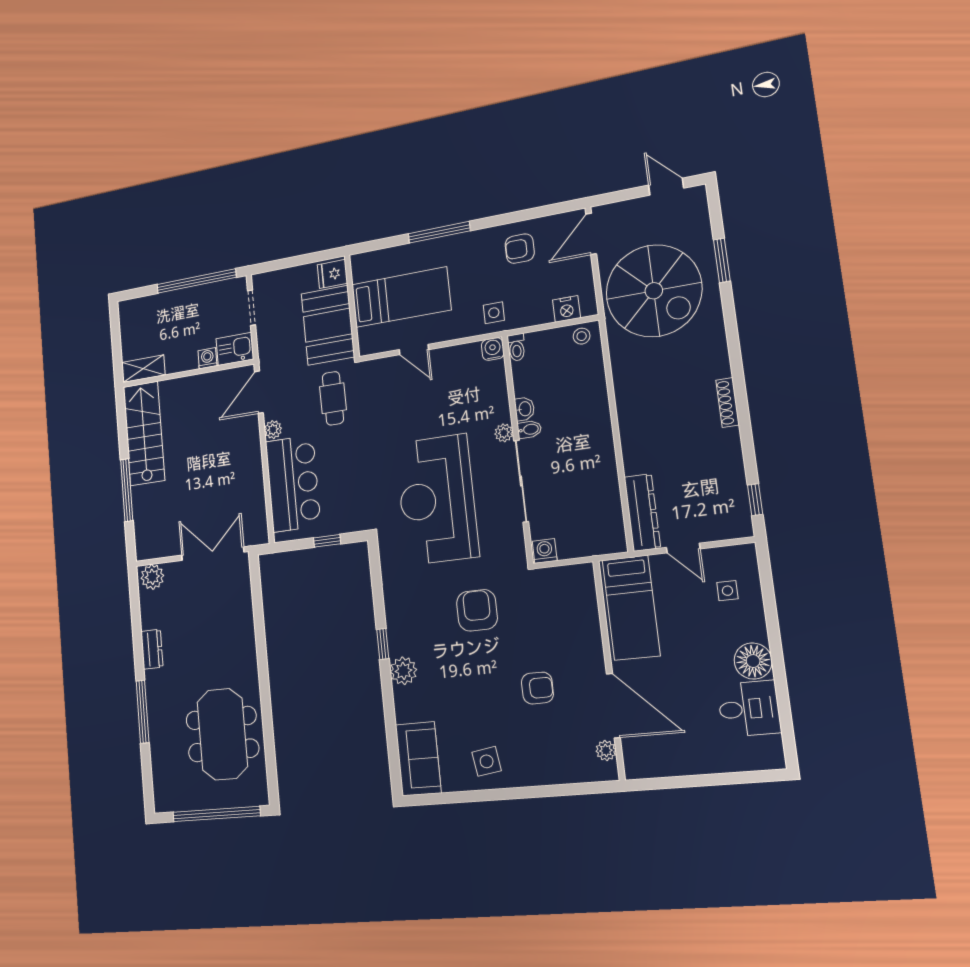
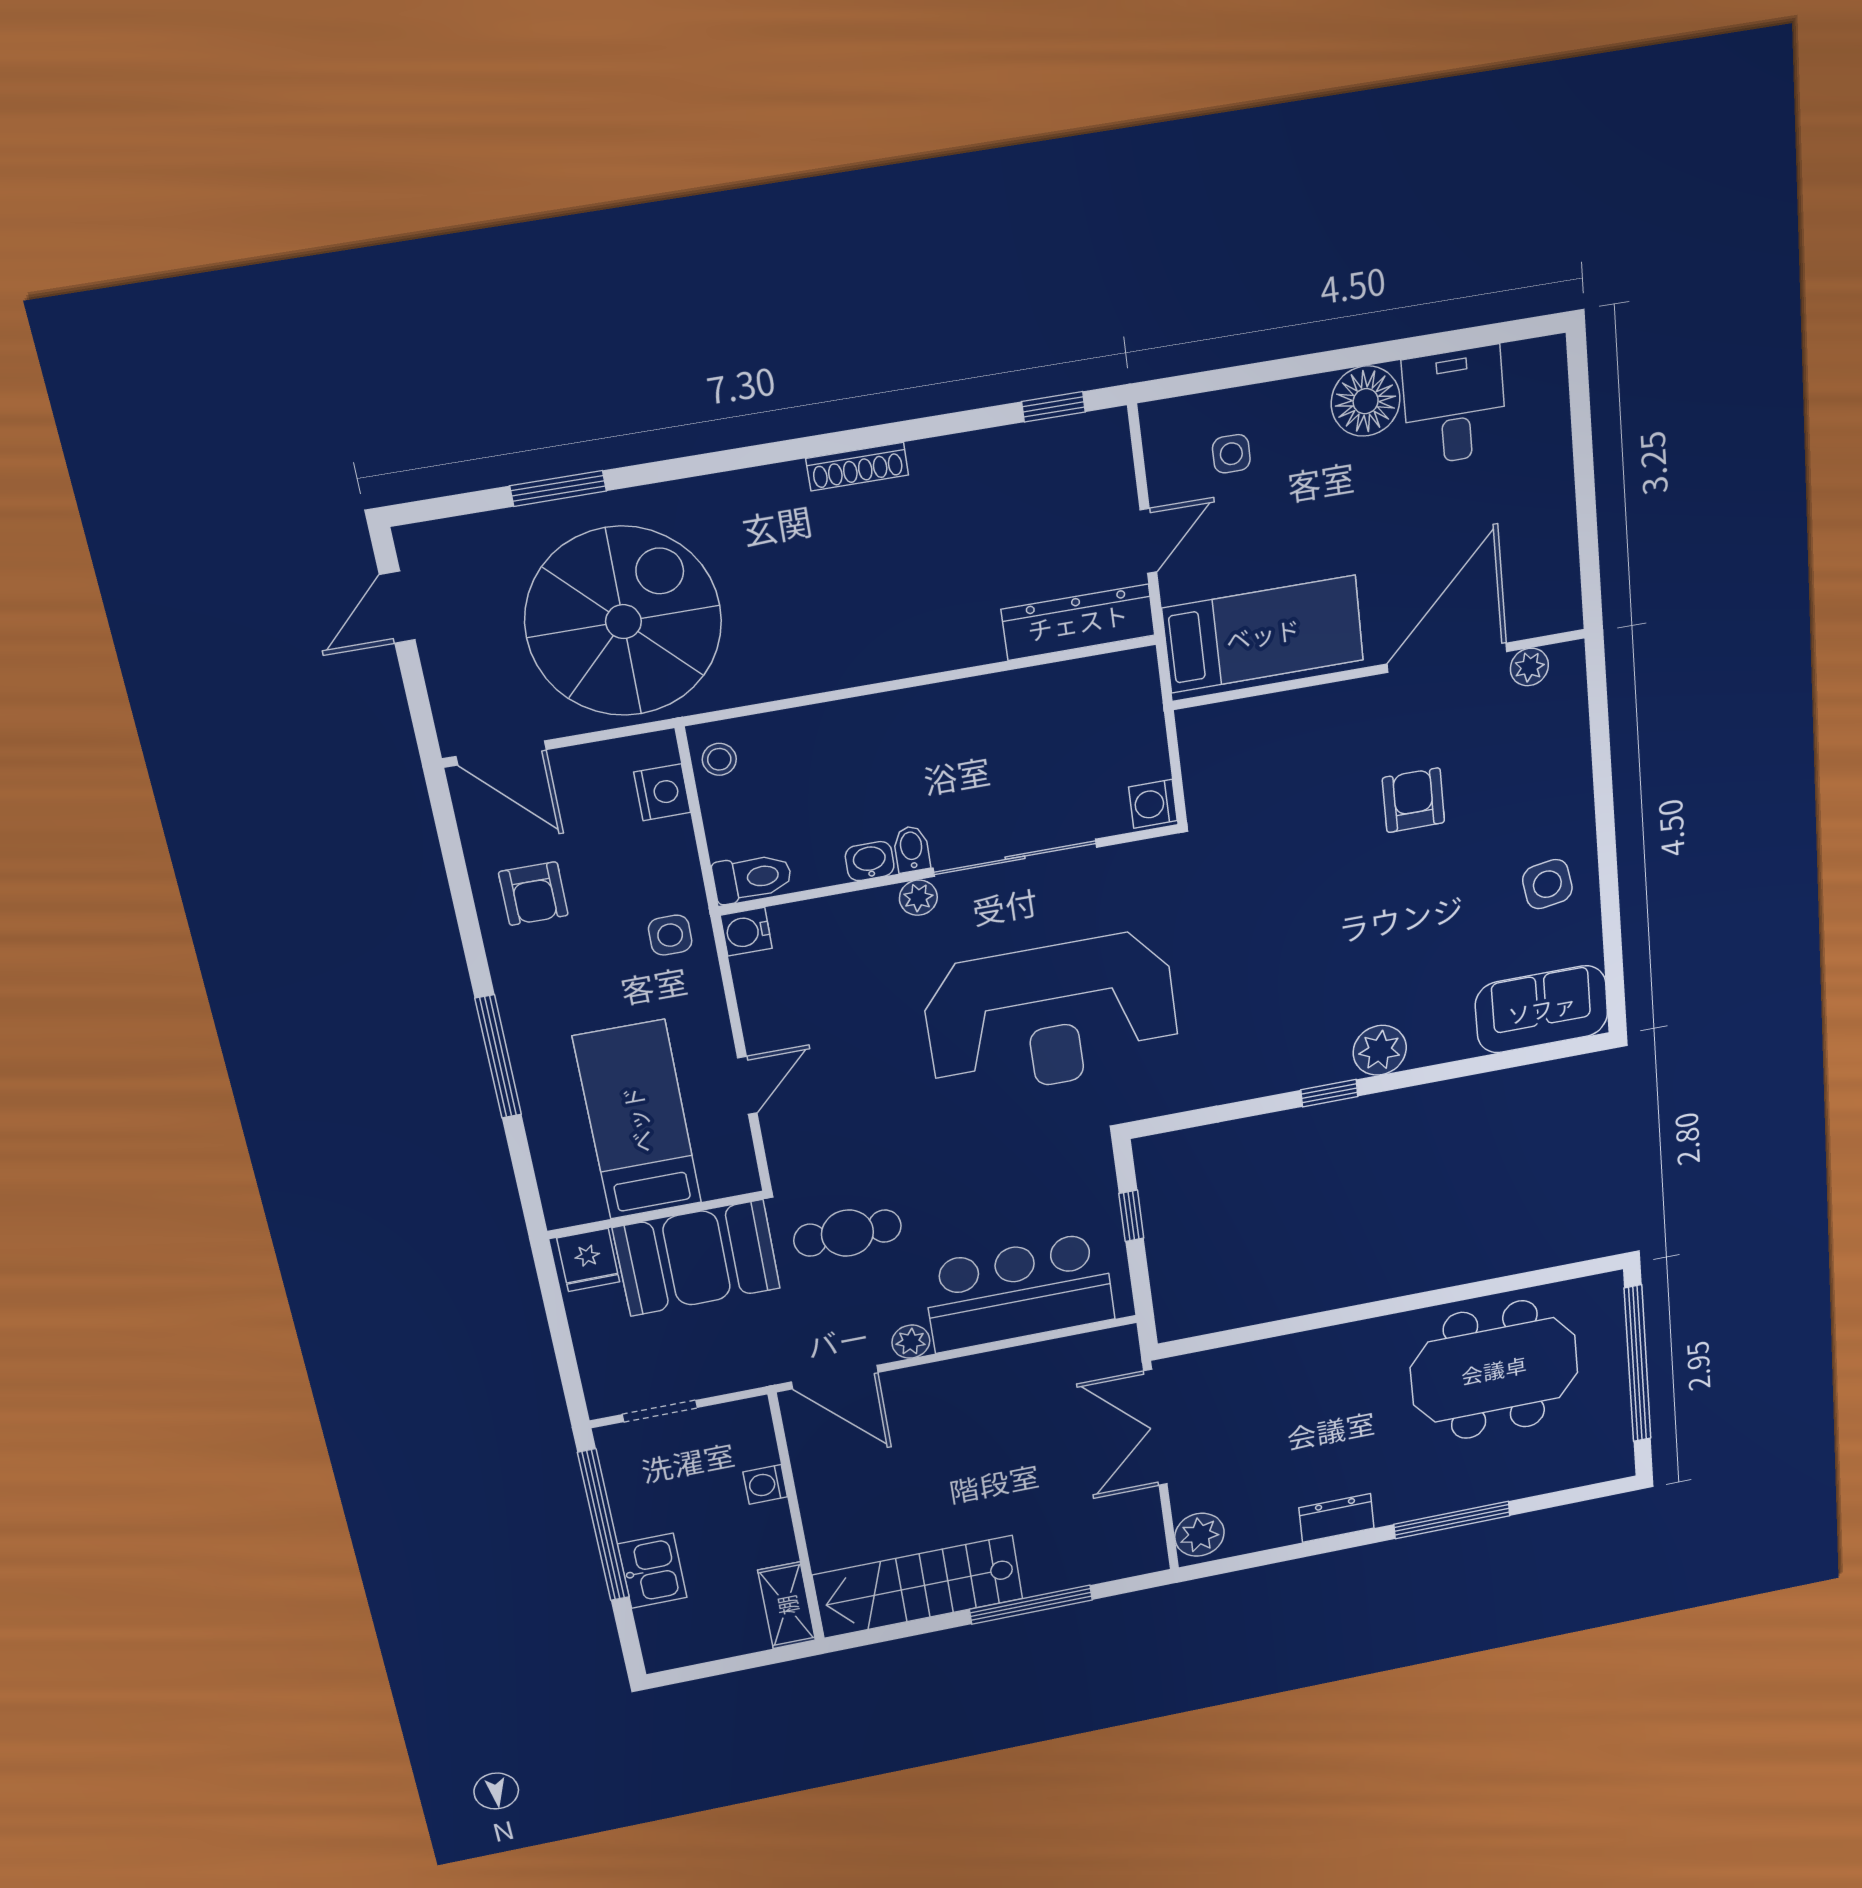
toilet: (516, 347) -> (752, 878), width x1.37, depth x1.39
kitchen sink: (235, 349) -> (652, 1571), moved, turned 180
armchair: (477, 610) -> (1267, 923), removed

